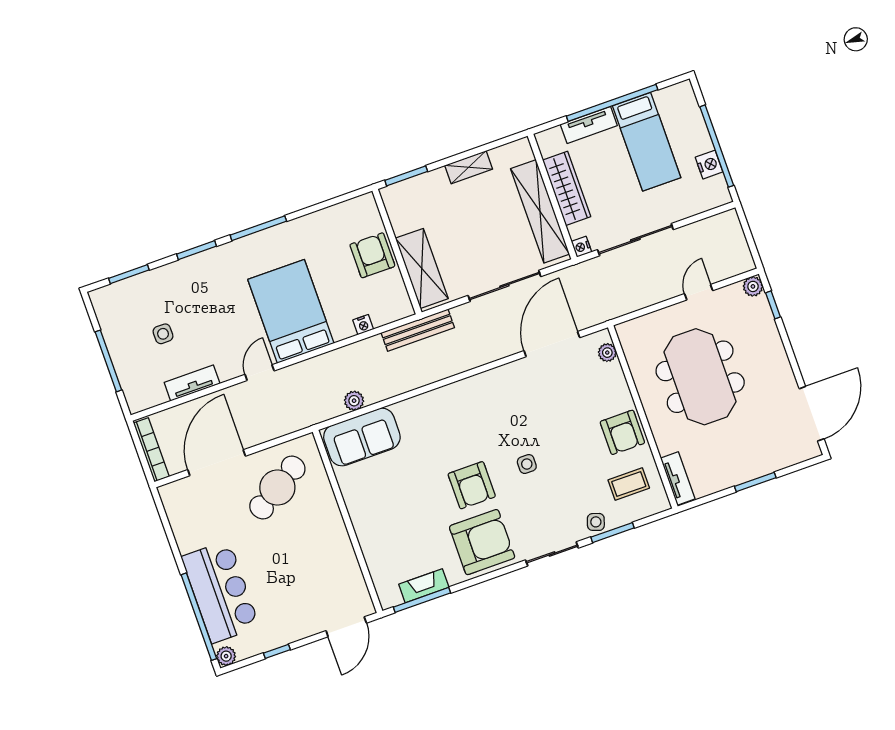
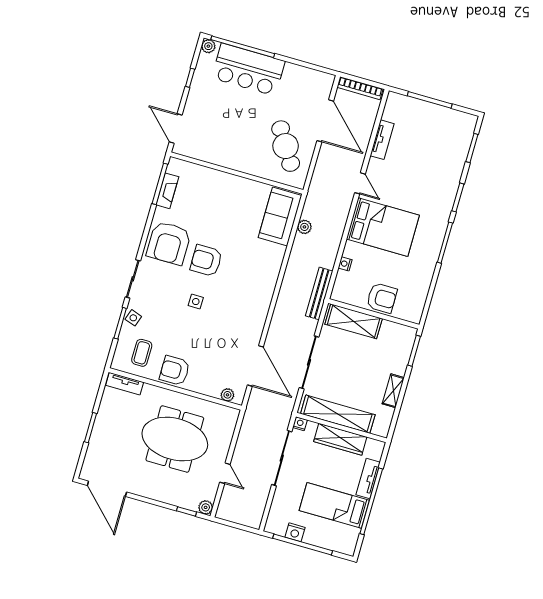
side table: (163, 334) -> (423, 143), removed

